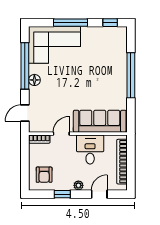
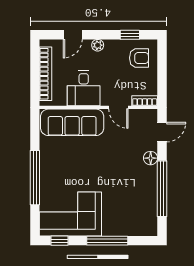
corner sofa: (55, 45) -> (70, 214), moved
floor lamp: (34, 80) -> (151, 158), moved
door: (61, 134) -> (118, 107), hinge flipped
armchair: (44, 175) -> (139, 58), turned 90
window: (62, 194) -> (130, 35), moved

